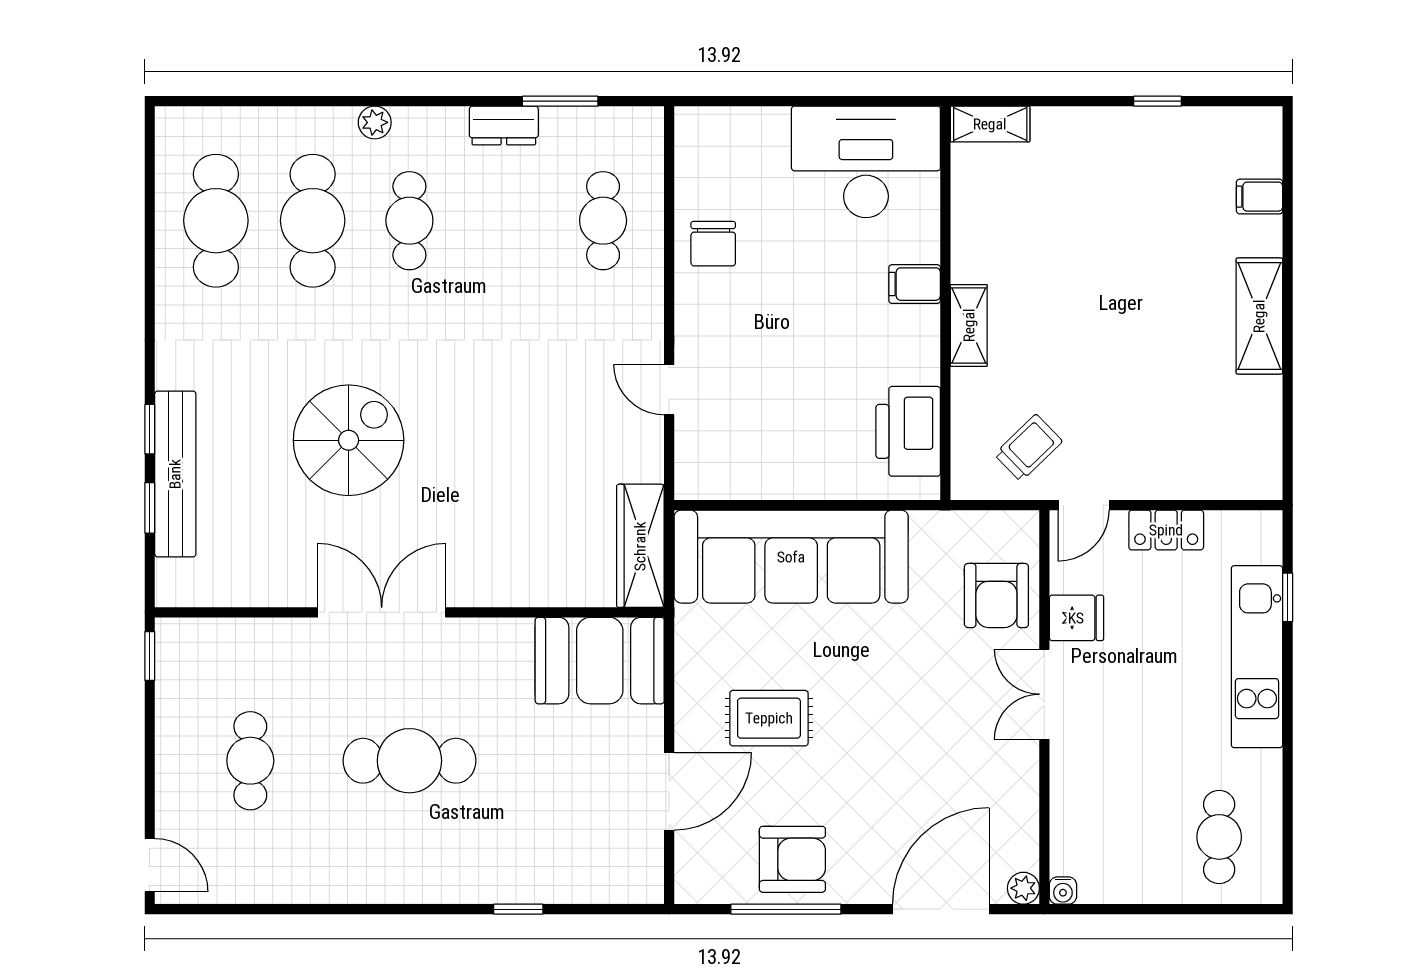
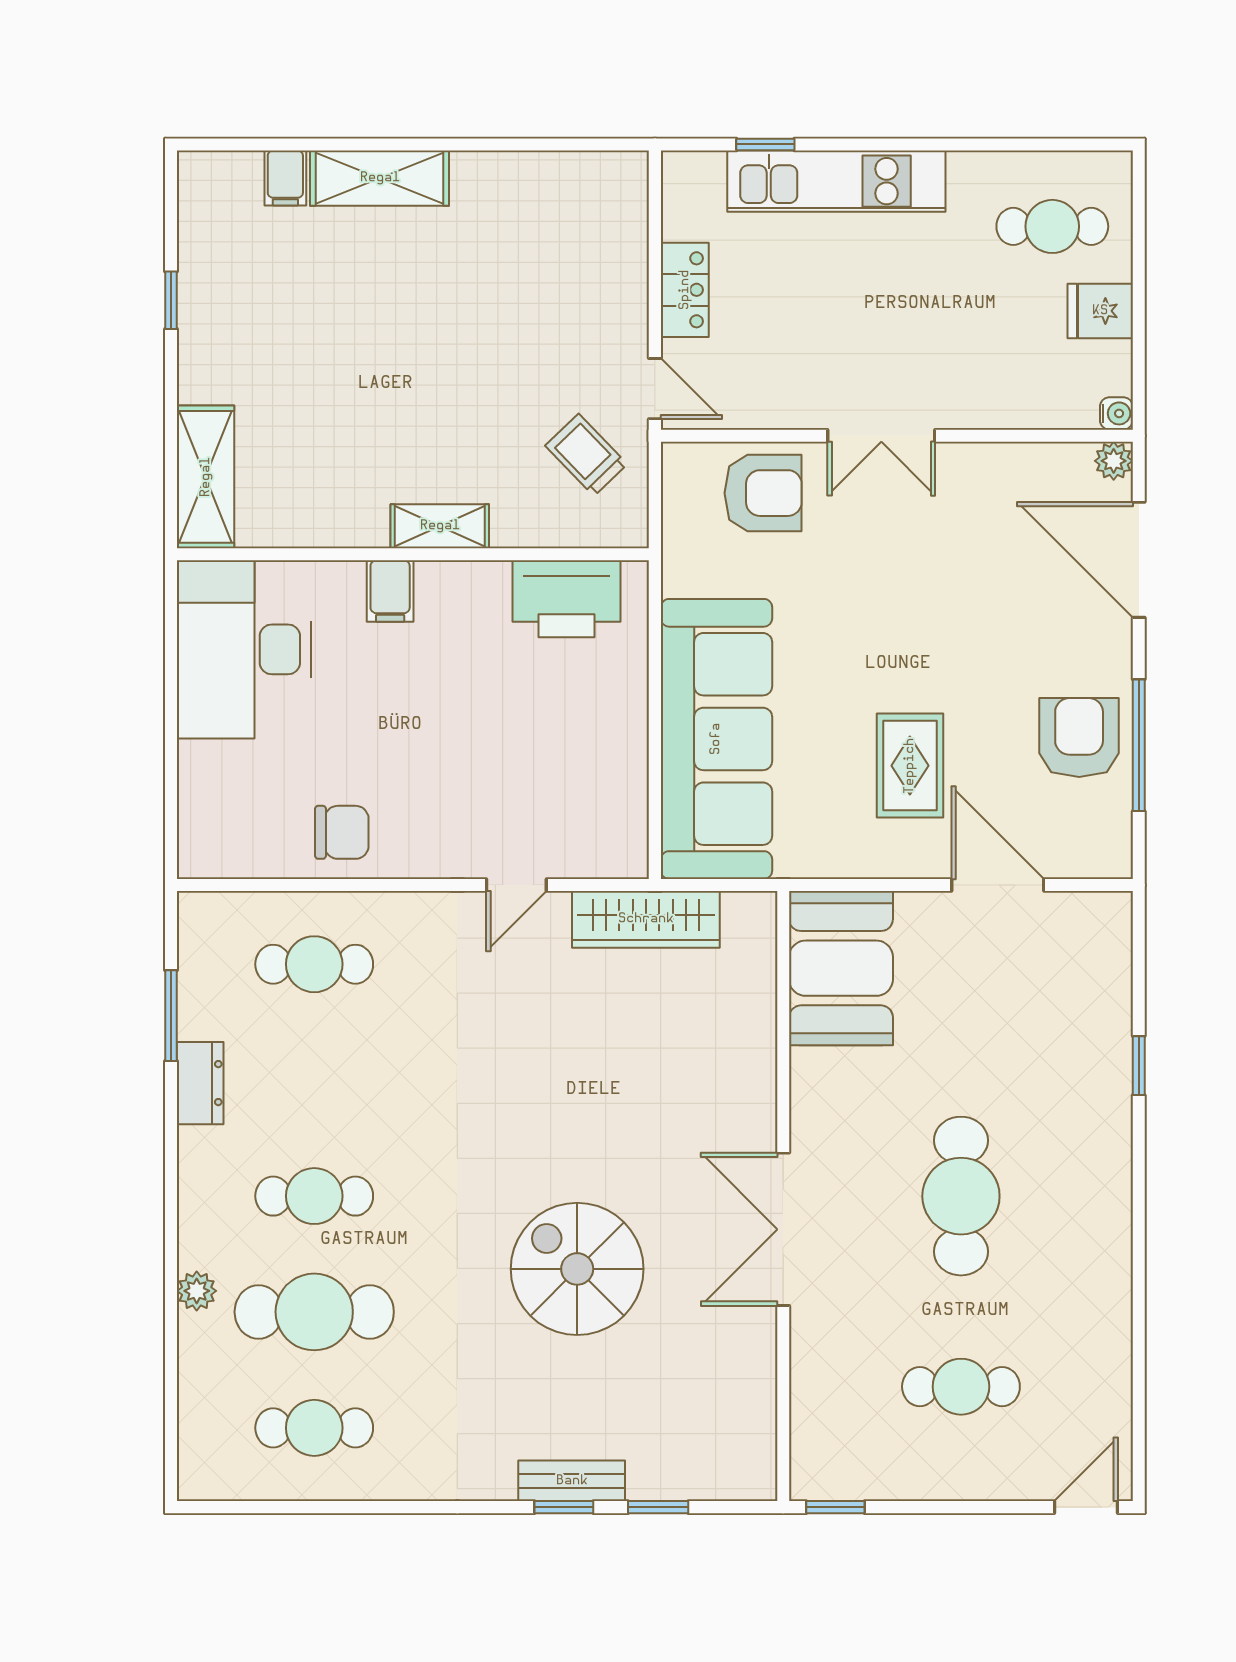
plant: (375, 122) -> (197, 1291), moved
shelving: (990, 124) -> (206, 477), width x1.50, depth x1.33
cafe table: (216, 221) -> (314, 1428), width x0.73, depth x0.74
shelving: (1259, 316) -> (380, 178), moved
bench: (175, 474) -> (572, 1481), width x0.54, depth x0.82
wardrobe: (640, 546) -> (646, 919), moved
fridge: (1076, 618) -> (1100, 311), moved, turned -90

